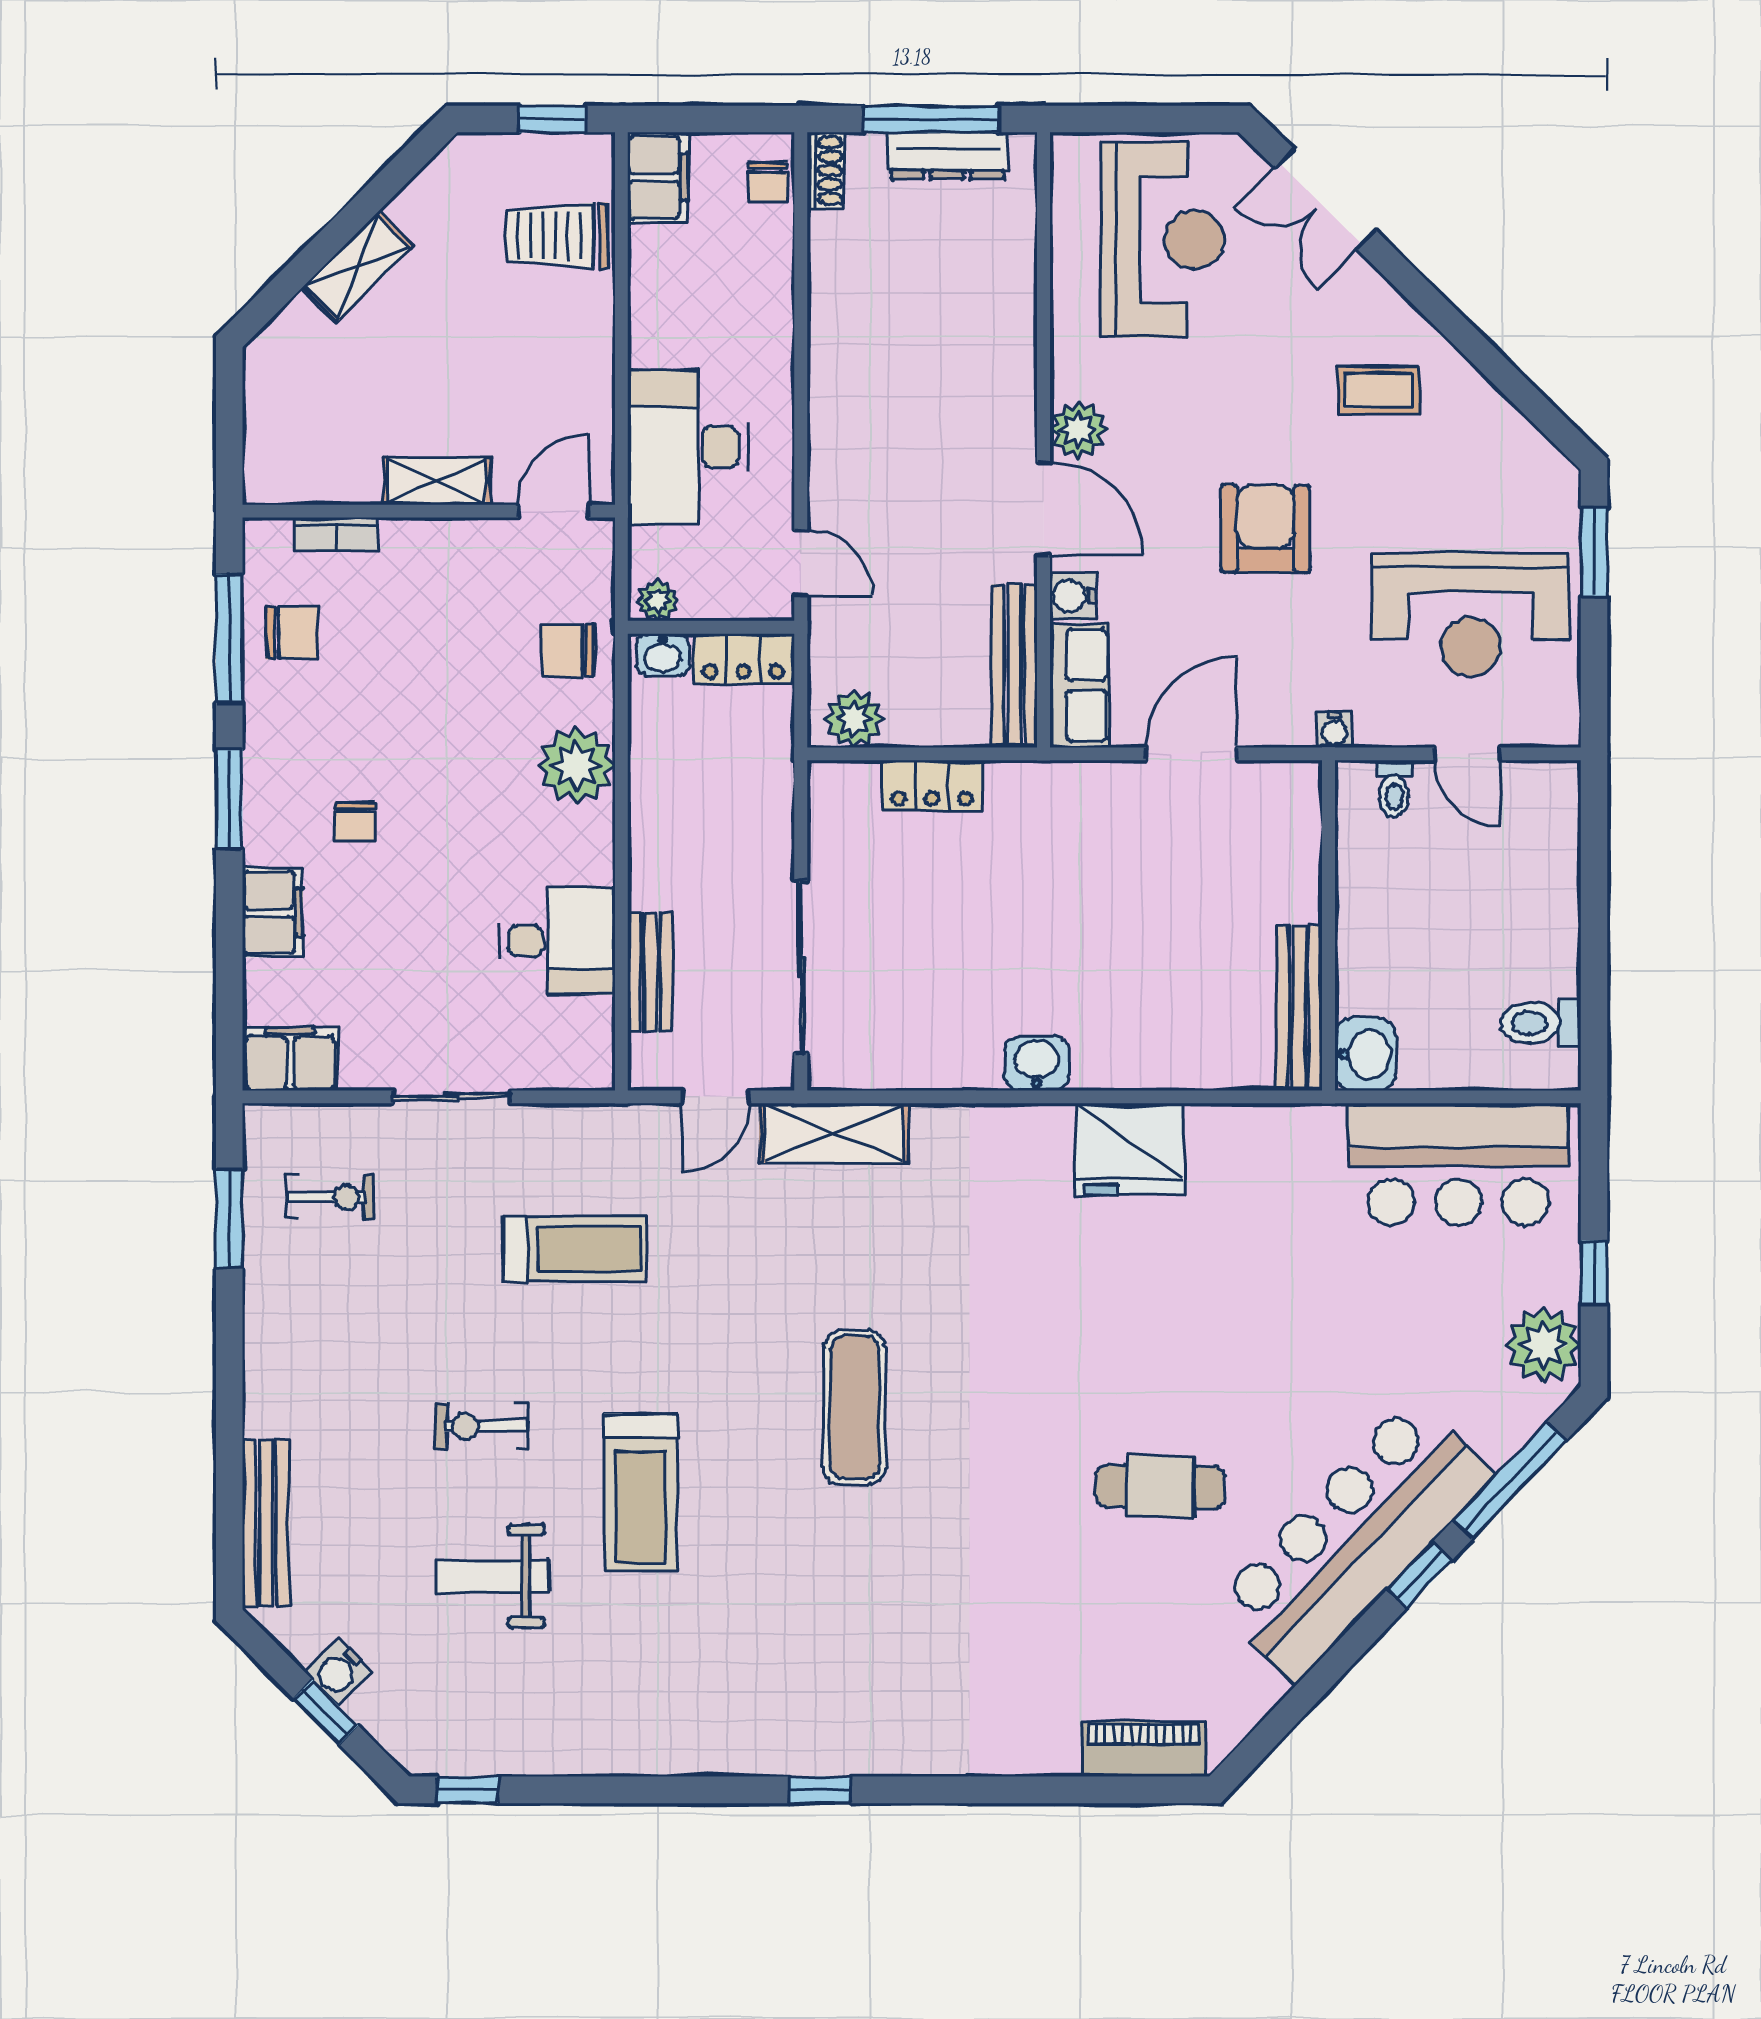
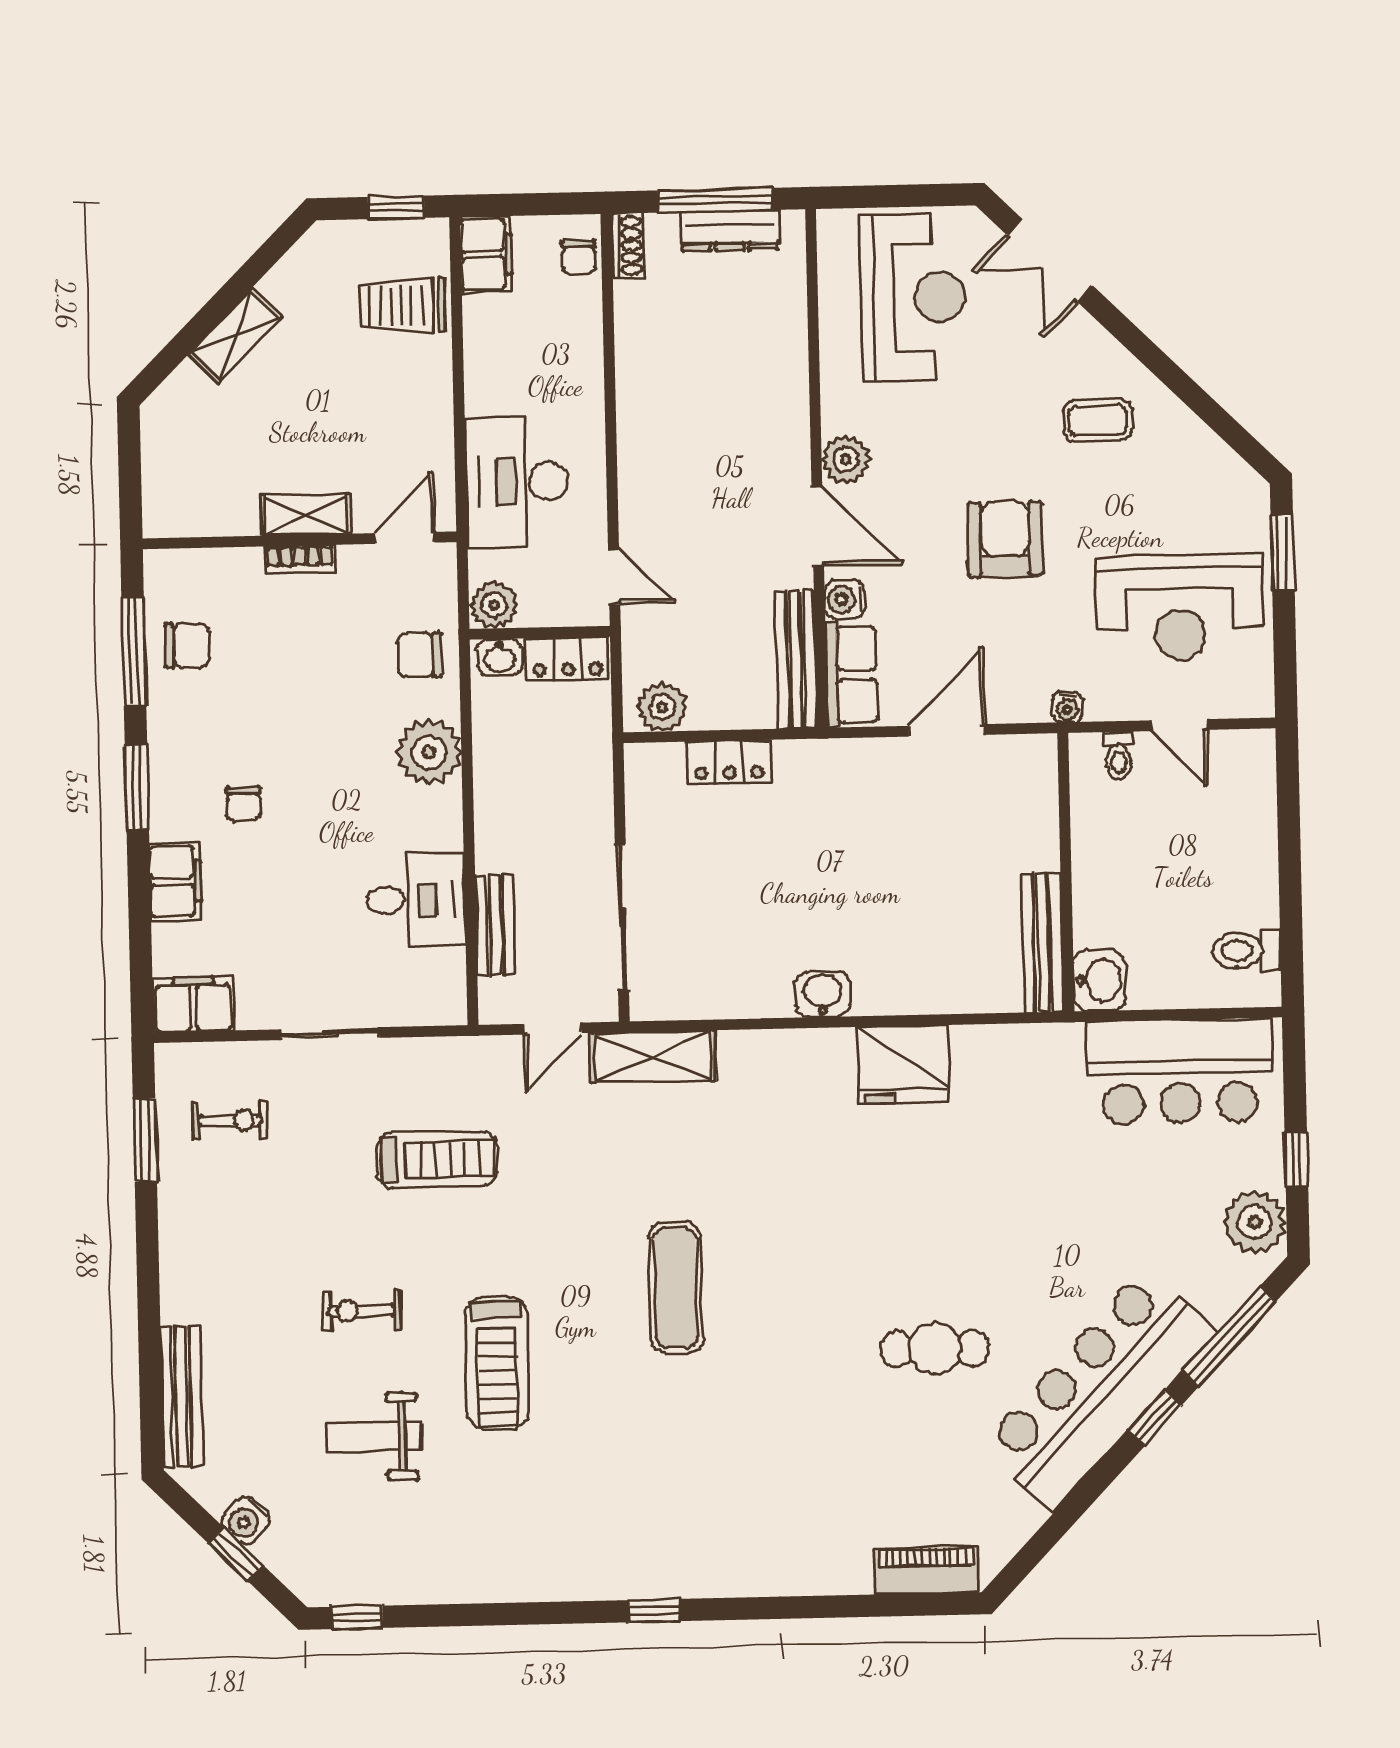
bookcase: (336, 534) -> (300, 560), moved
plant: (658, 600) -> (494, 605), width x1.38, depth x1.38

